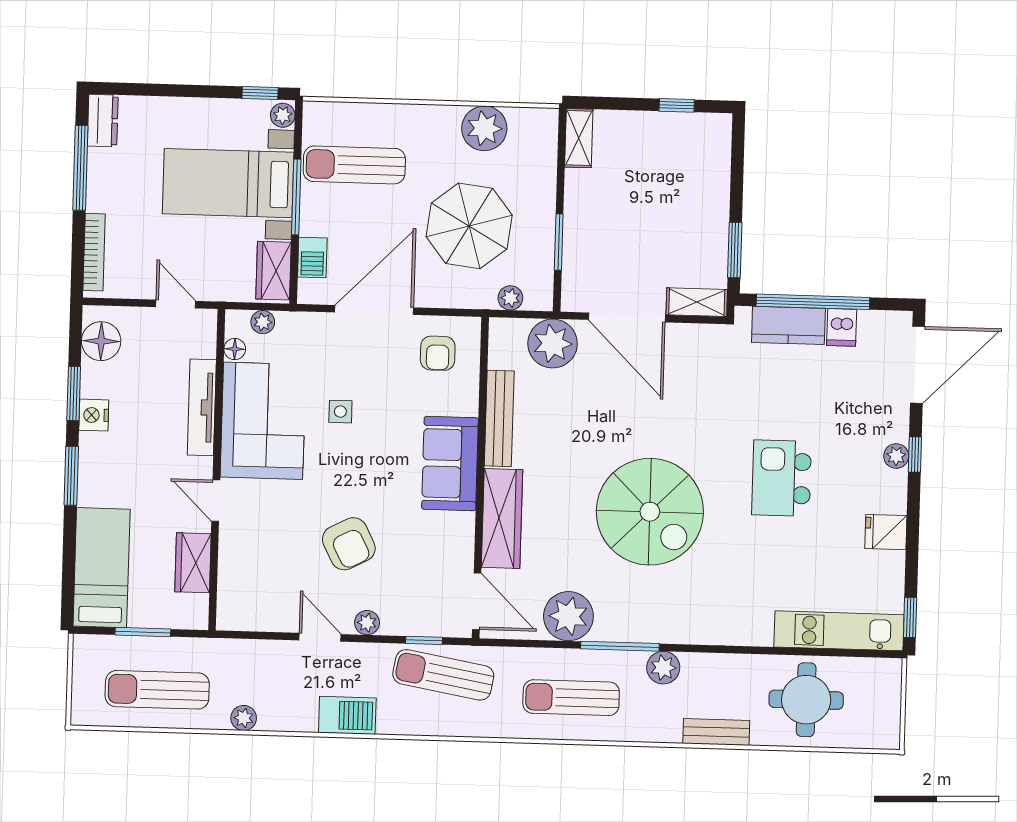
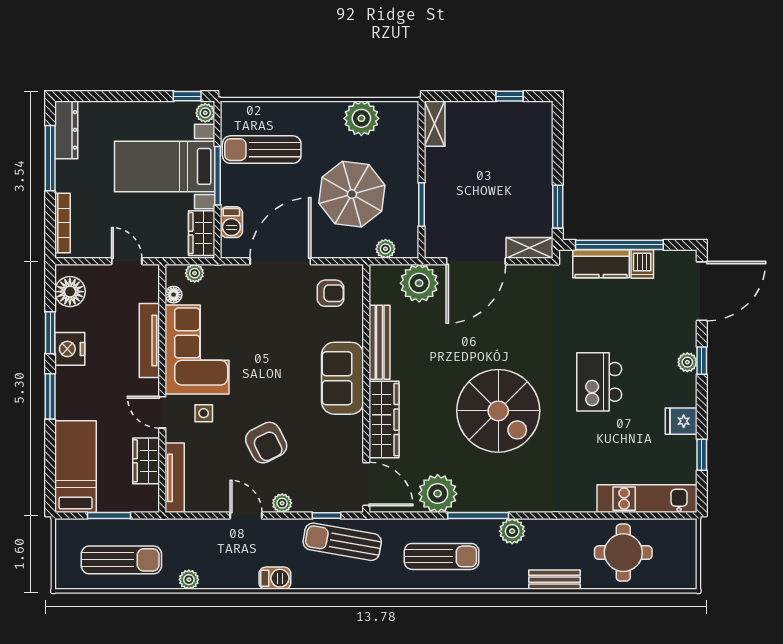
dresser: (103, 121) -> (66, 130), width x1.44
door: (627, 317) -> (476, 261), hinge flipped
armchair: (438, 353) -> (331, 293), turned -90
side table: (340, 412) -> (204, 413), moved
nightstand: (94, 415) -> (70, 349), width x1.36, depth x1.33
tv unit: (229, 586) -> (175, 478), added
window: (910, 617) -> (702, 455), moved
sun lounger: (157, 690) -> (121, 560), turned 180
sun lounger: (571, 698) -> (442, 556), turned 180
barbecue: (347, 715) -> (275, 578), width x0.73, depth x0.79

